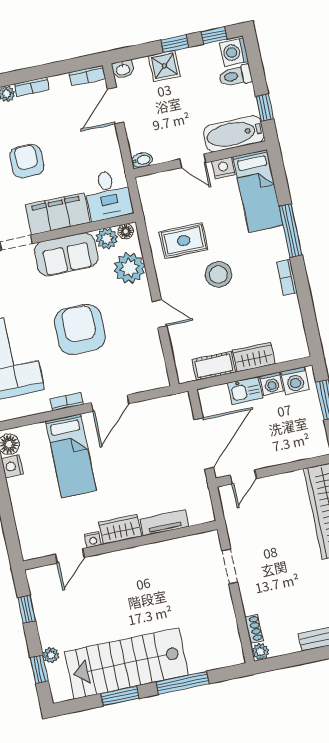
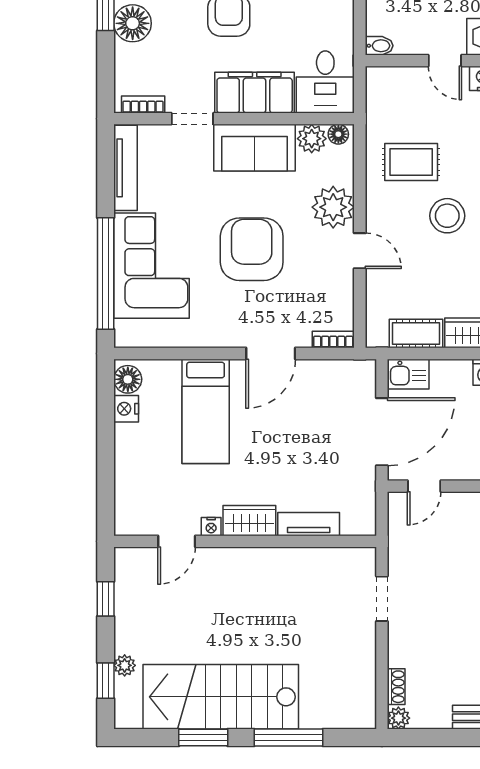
plant: (129, 268) -> (333, 207), moved
kitchen sink: (245, 390) -> (408, 374), moved
bookcase: (67, 402) -> (333, 340), moved

